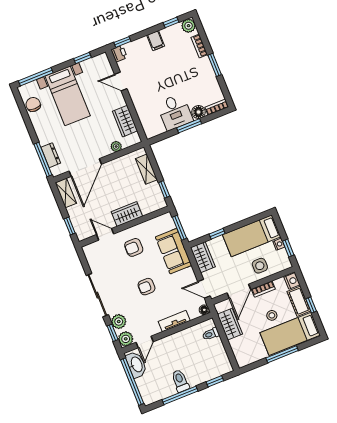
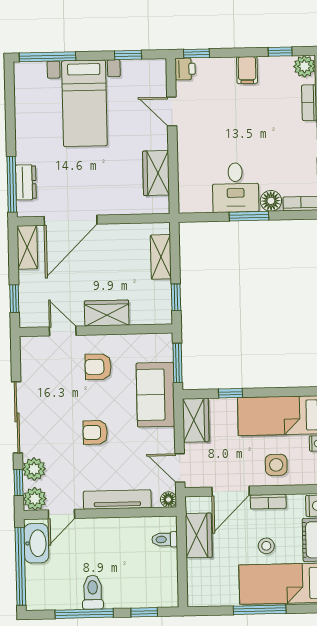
chair: (33, 104) -> (28, 97), removed
plant: (116, 147) -> (129, 206), removed
tv unit: (174, 321) -> (117, 499), width x1.41

